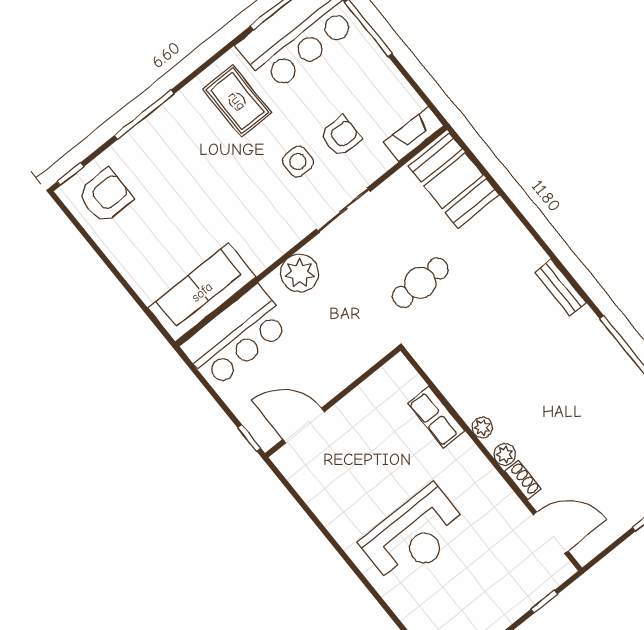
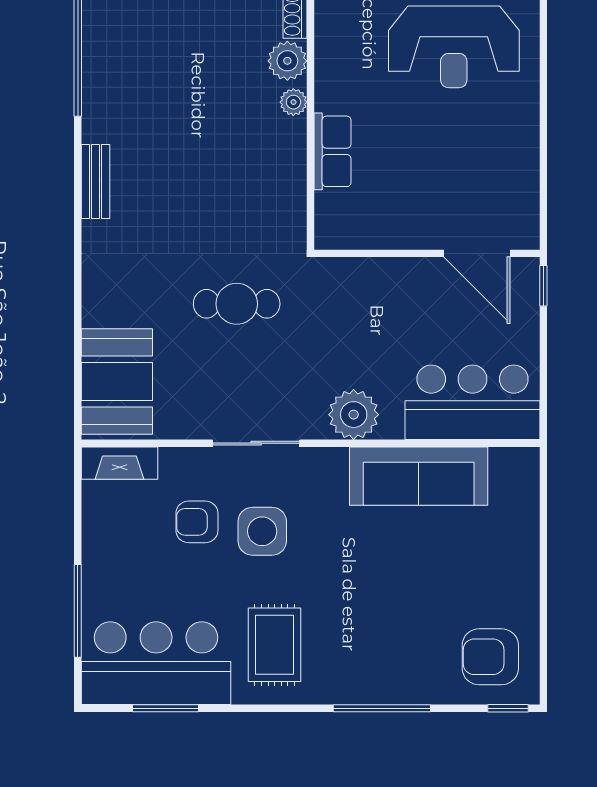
side table: (298, 162) -> (262, 531), width x1.37, depth x1.37
sofa: (202, 292) -> (419, 476), moved
plant: (505, 454) -> (287, 61), width x1.38, depth x1.38
reception desk: (415, 536) -> (454, 47), turned 180

